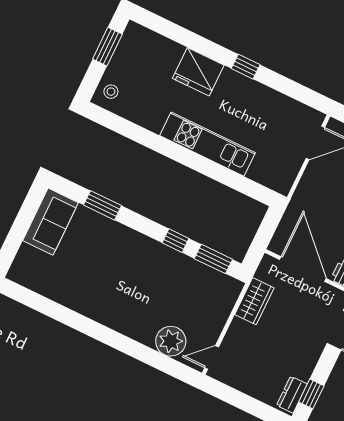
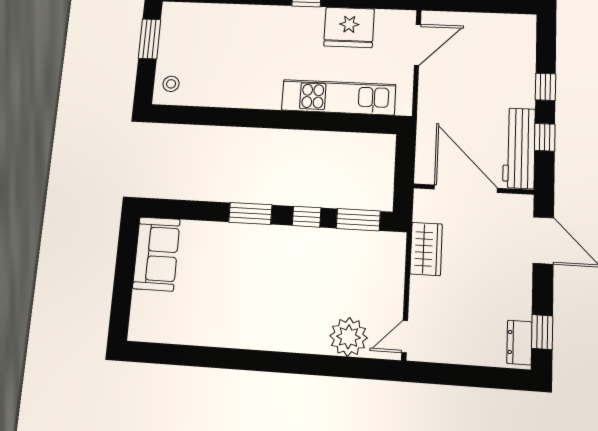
fridge: (198, 72) -> (349, 27), moved
kitchen unit: (207, 144) -> (339, 97), moved
window: (102, 205) -> (250, 214), moved

